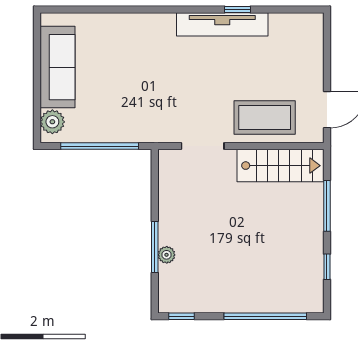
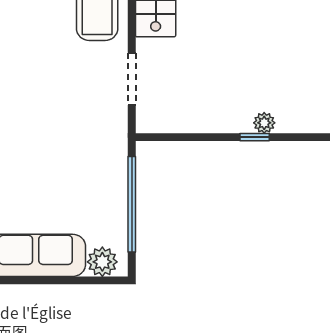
window: (155, 247) -> (255, 137), width x0.46

